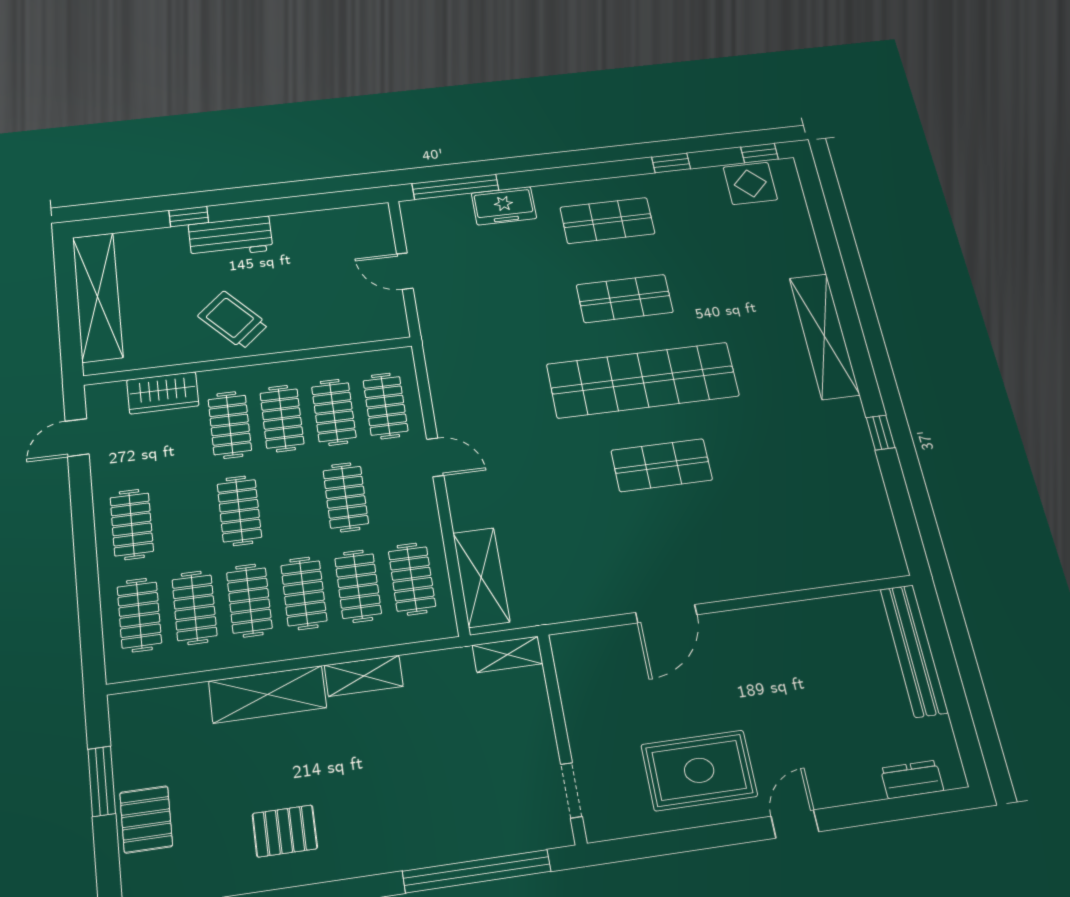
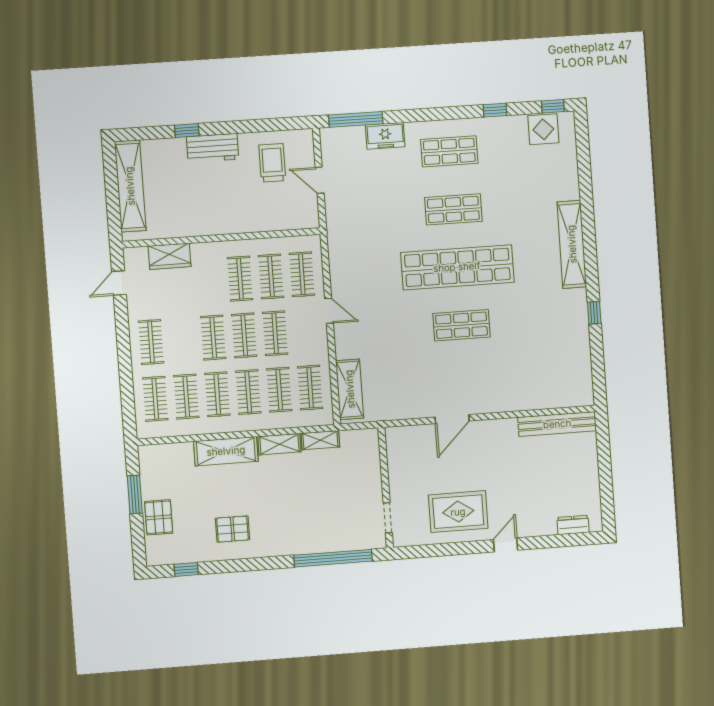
trolley: (233, 320) -> (272, 163), moved, turned 42
clothes rail: (230, 425) -> (244, 335), moved
bench: (914, 650) -> (557, 424), moved, turned 90
shelving: (507, 654) -> (320, 440), moved

